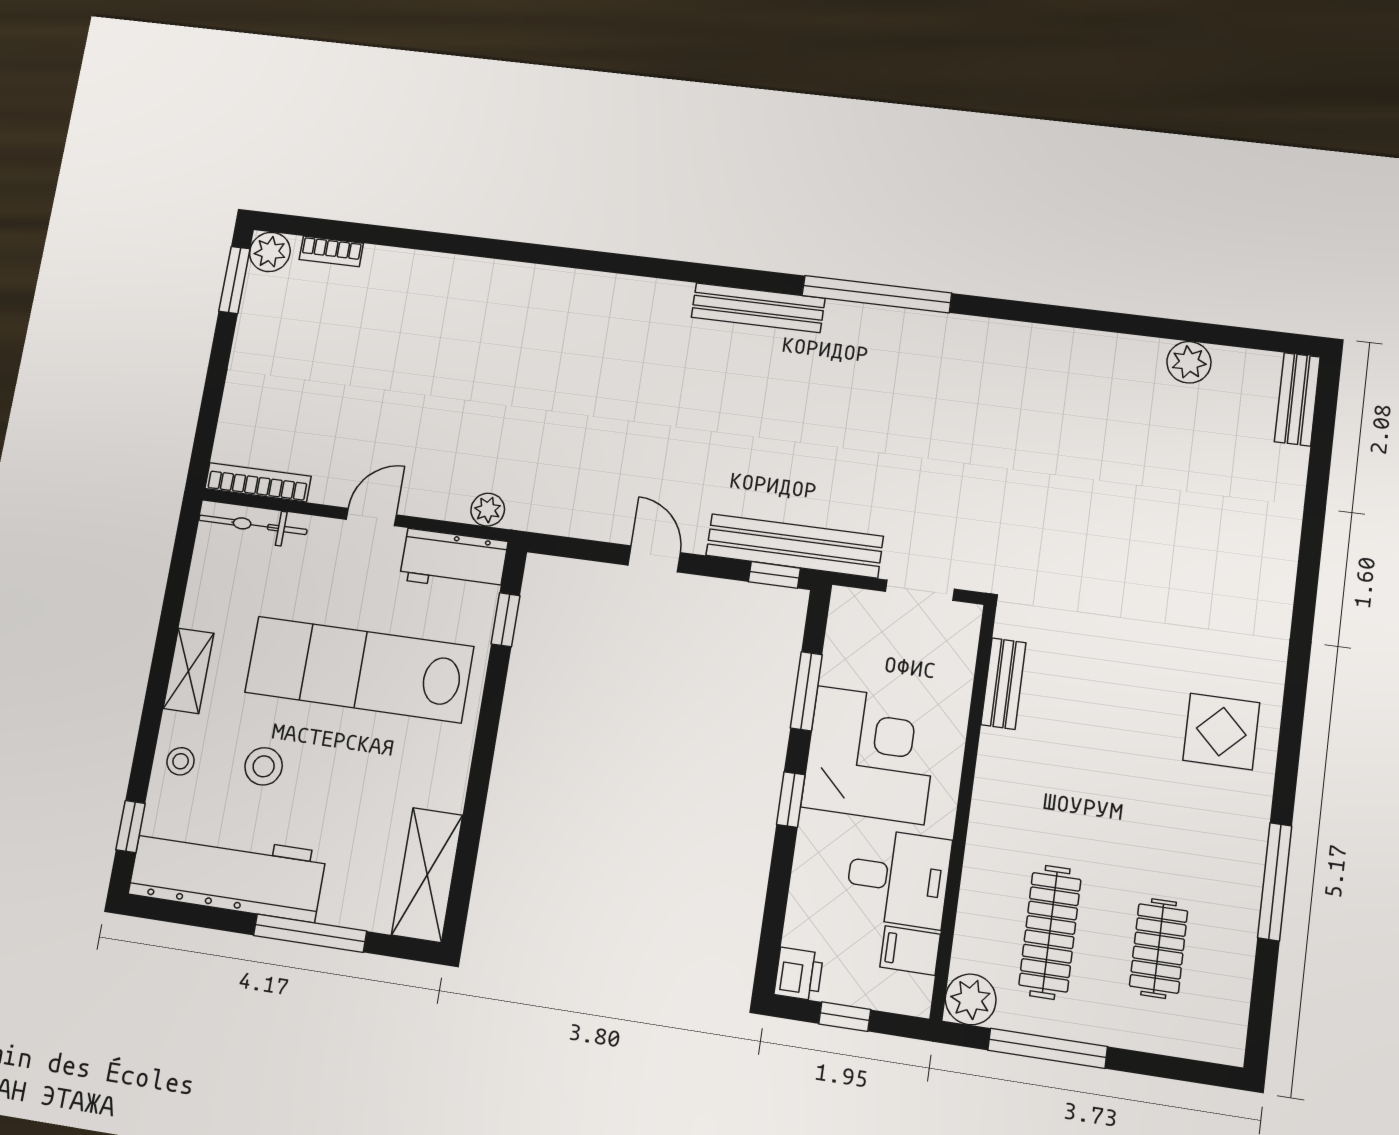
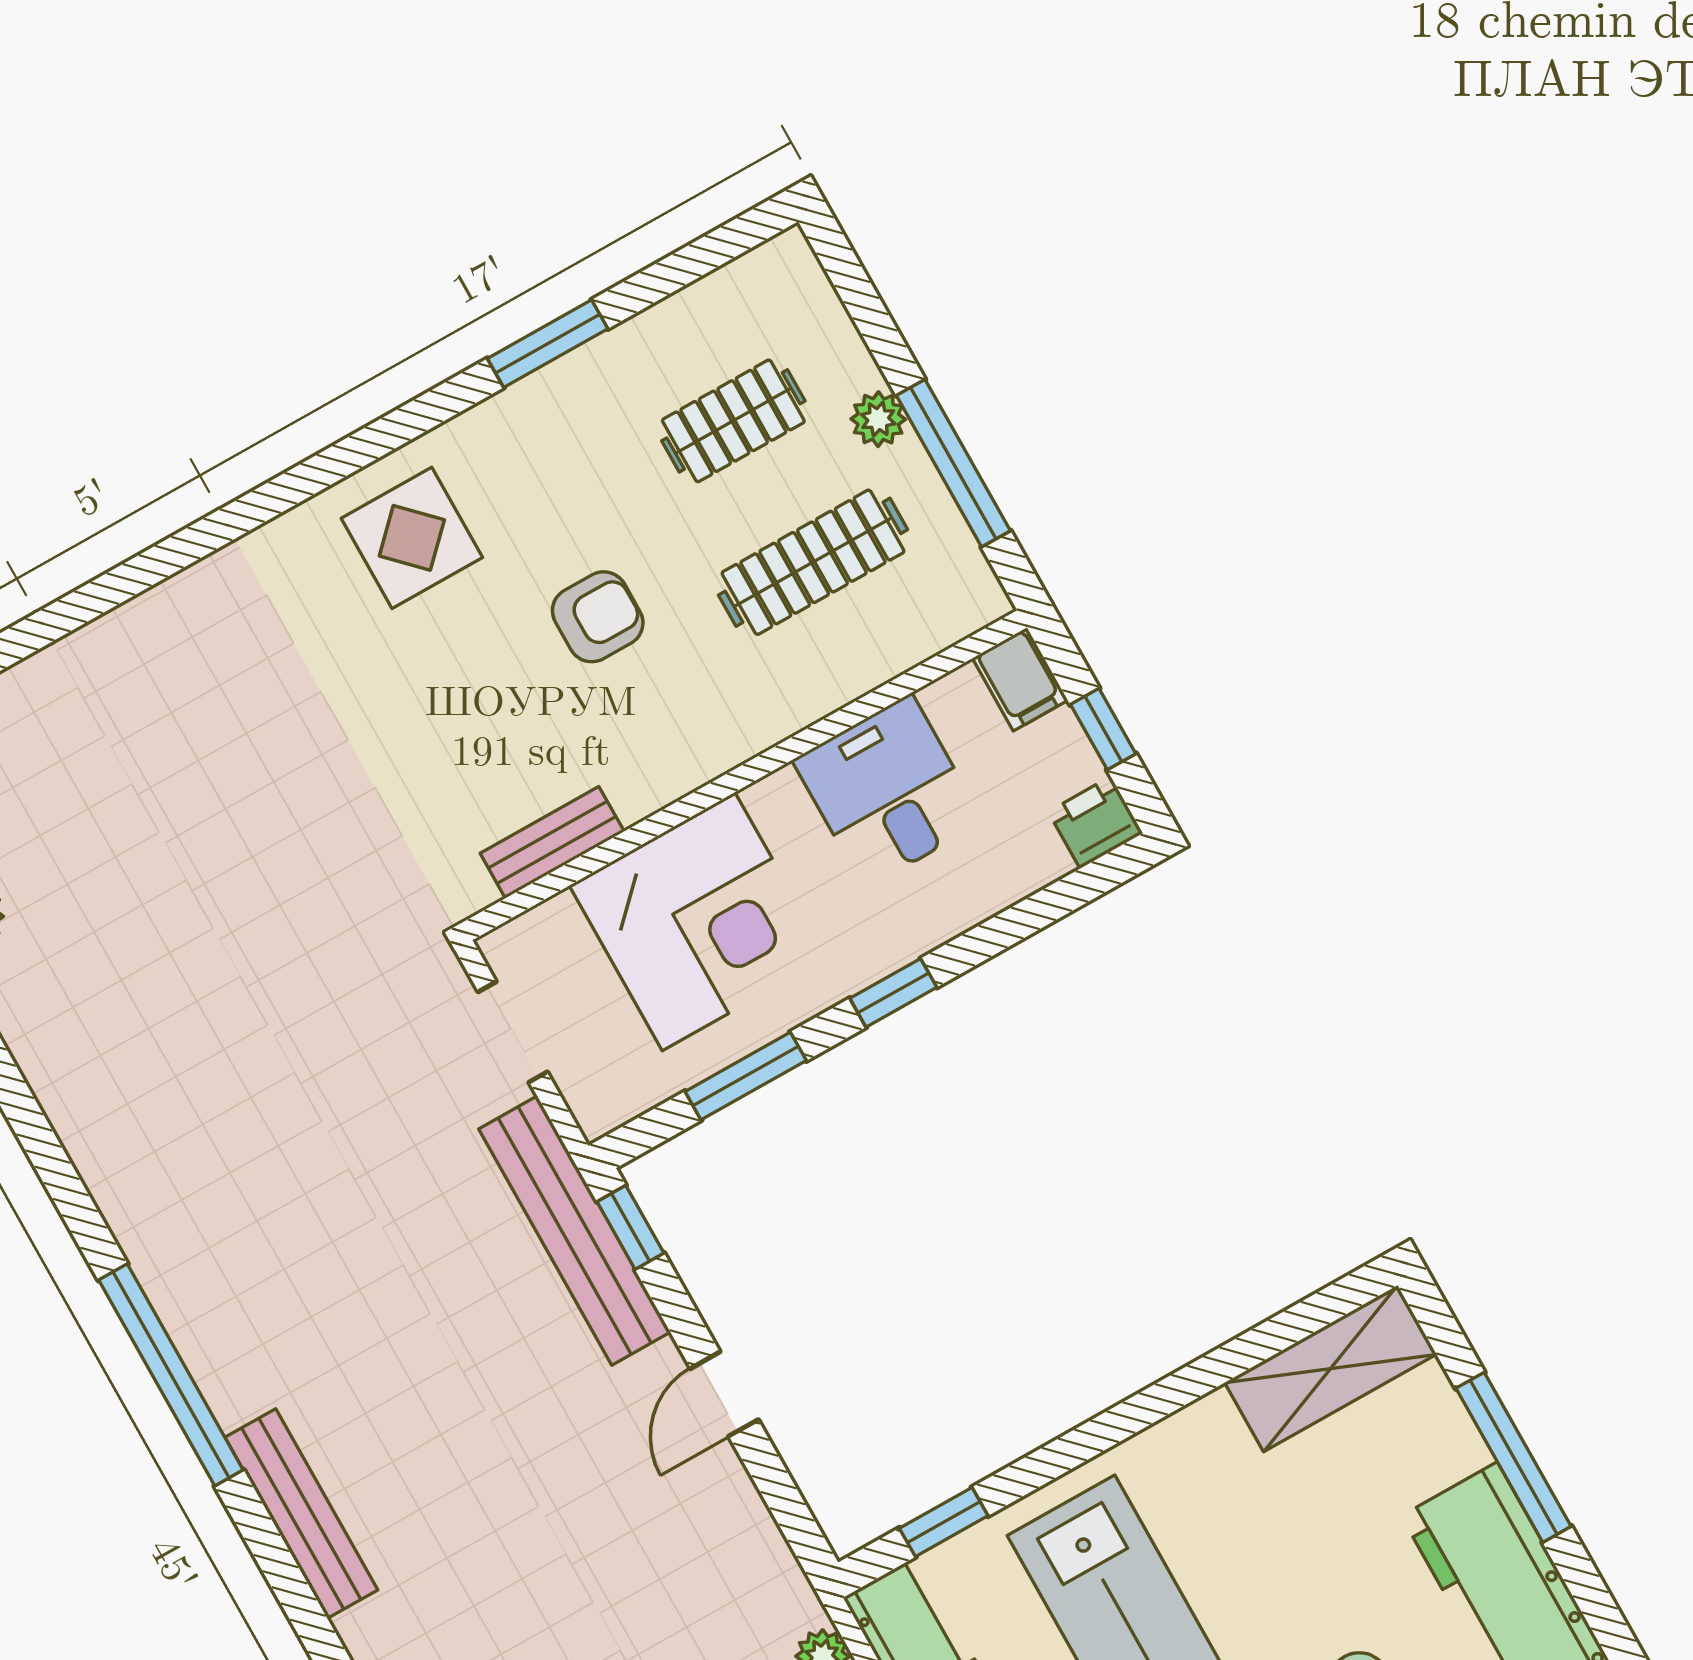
corner desk: (870, 755) -> (699, 922), moved, turned 180
armchair: (1106, 797) -> (598, 617), added
window: (1275, 882) -> (548, 344), width x0.69
filing cabinet: (910, 951) -> (1020, 679), moved
plant: (971, 999) -> (878, 419), moved, width x0.73, depth x0.73

